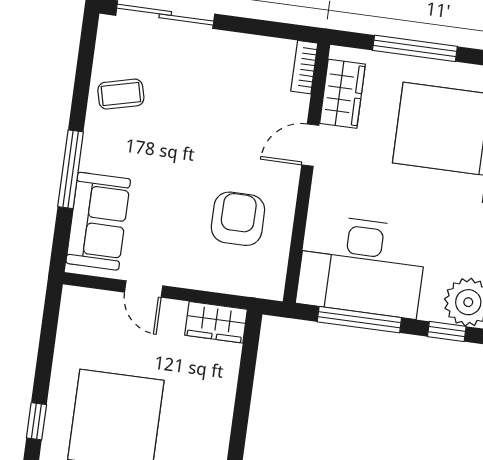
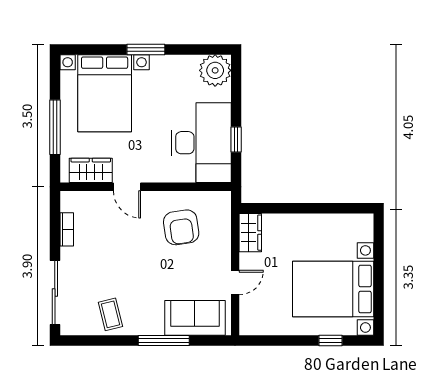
bookcase: (304, 67) -> (67, 229), moved, turned -90
armchair: (238, 219) -> (181, 227), turned -98
window: (359, 320) -> (236, 140), width x0.46
window: (447, 332) -> (236, 82), removed

